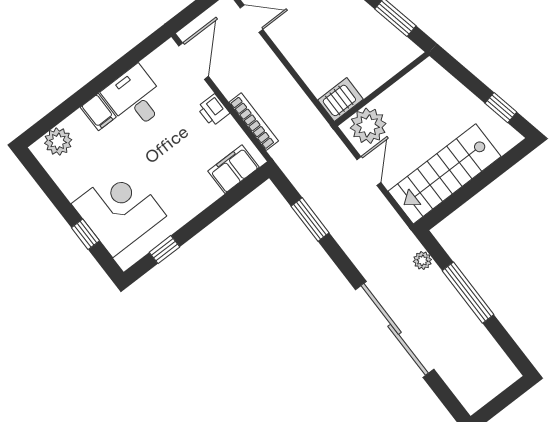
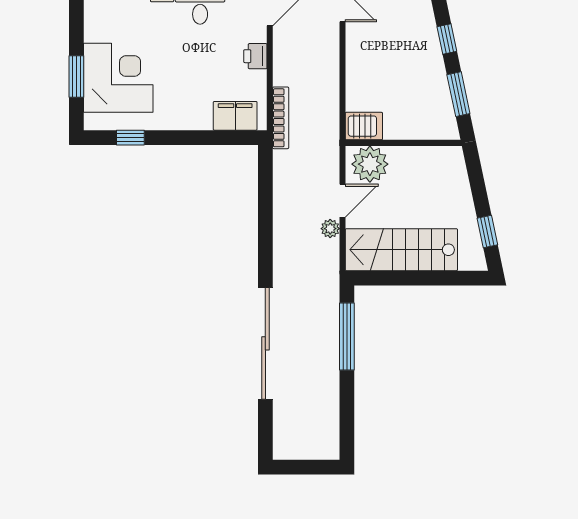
bookcase: (254, 122) -> (281, 118), moved
window: (310, 220) -> (265, 203), removed
window: (85, 234) -> (76, 77), width x1.50
plant: (422, 260) -> (330, 229), moved
window: (468, 293) -> (347, 336), moved

